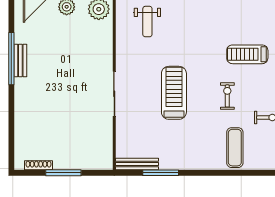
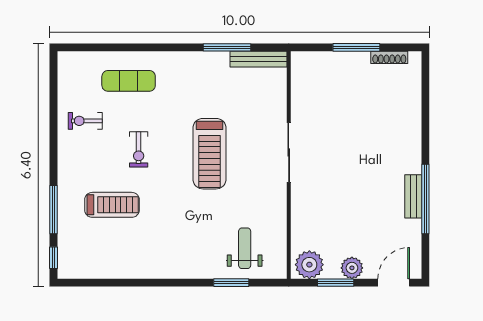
exercise mat: (235, 148) -> (129, 81), turned 90

